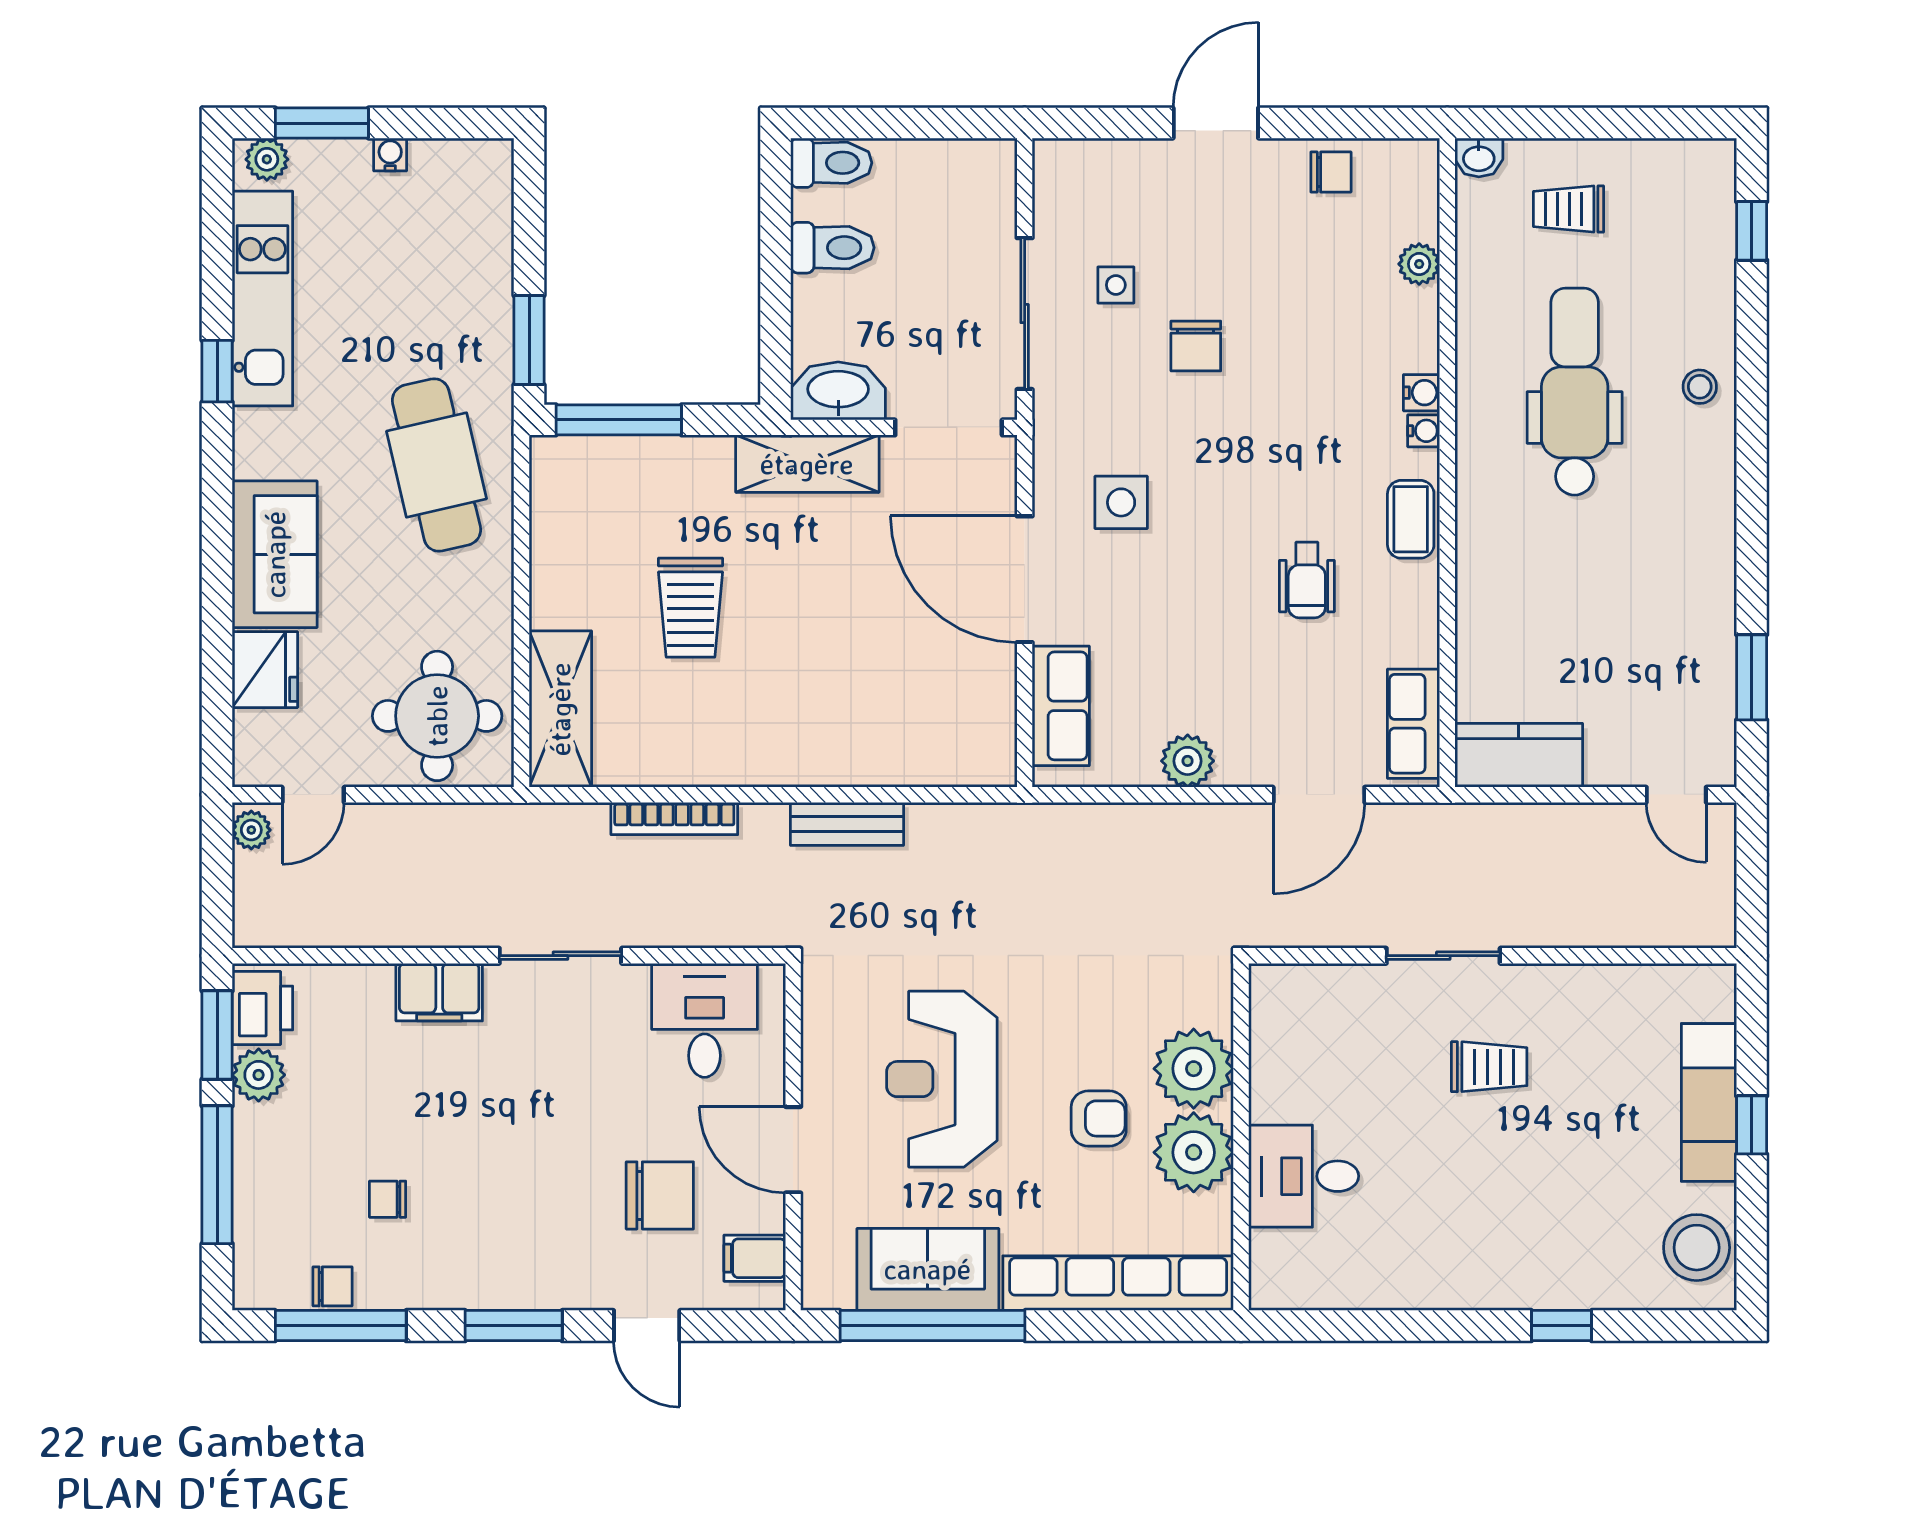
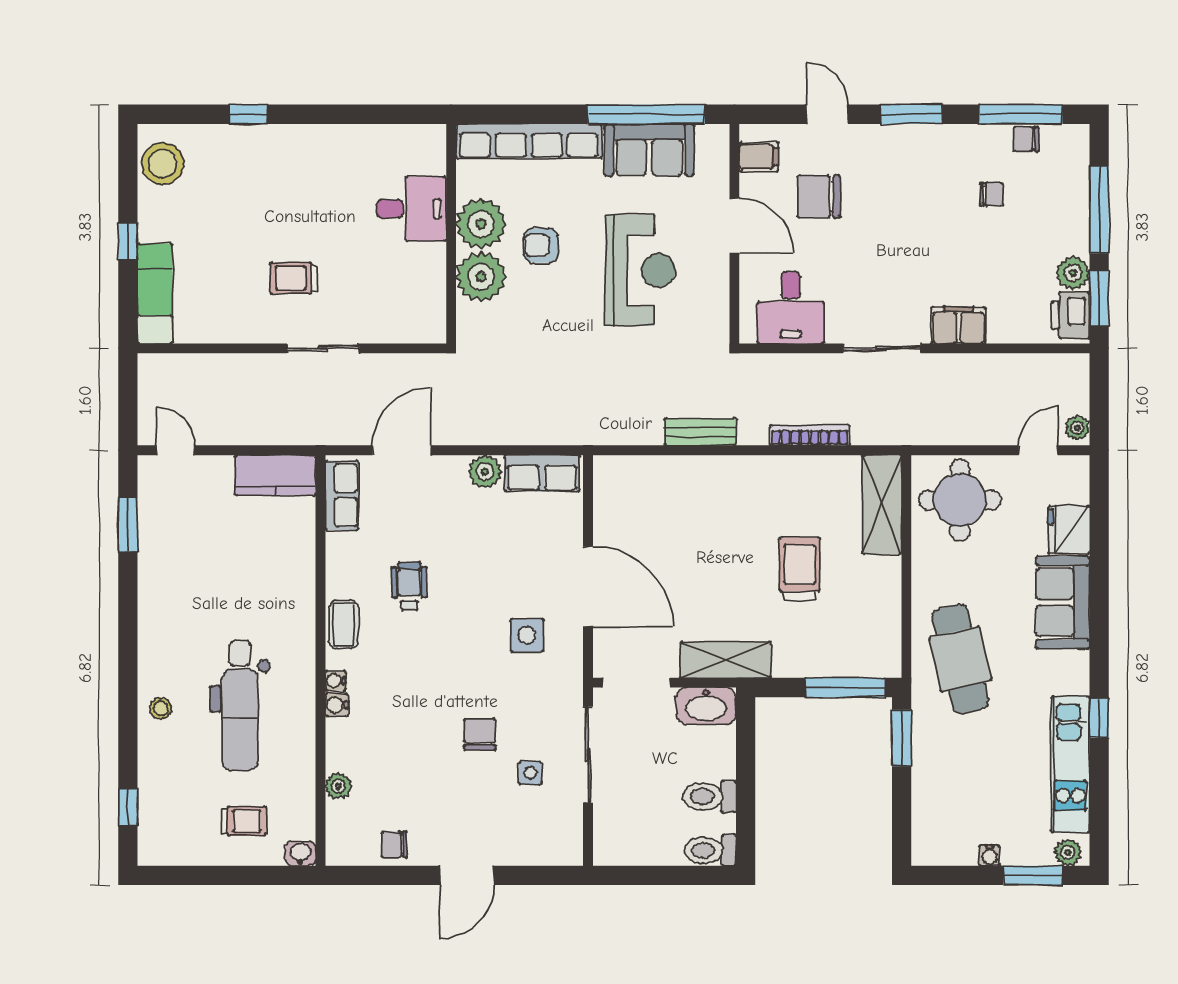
row of seats: (1061, 706) -> (542, 473), moved, turned -90
exam couch: (1709, 1103) -> (155, 294), moved

